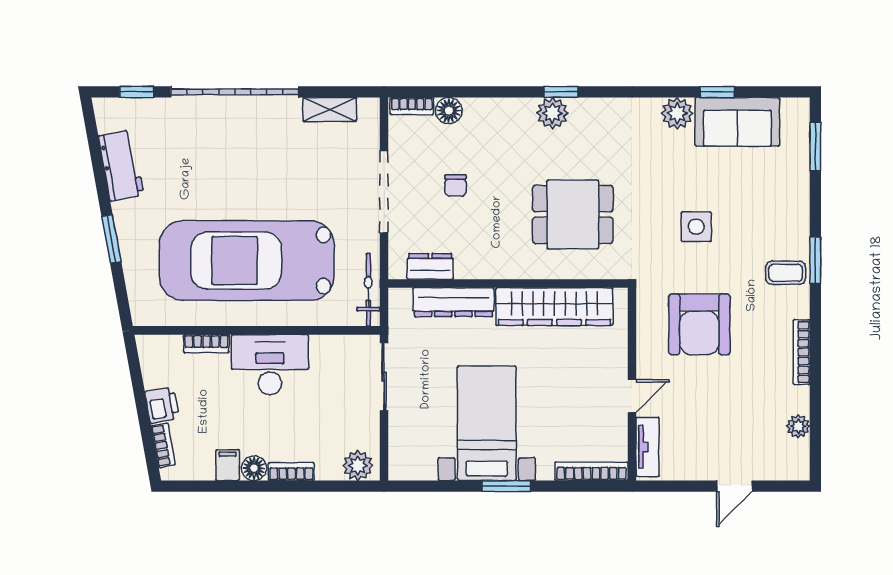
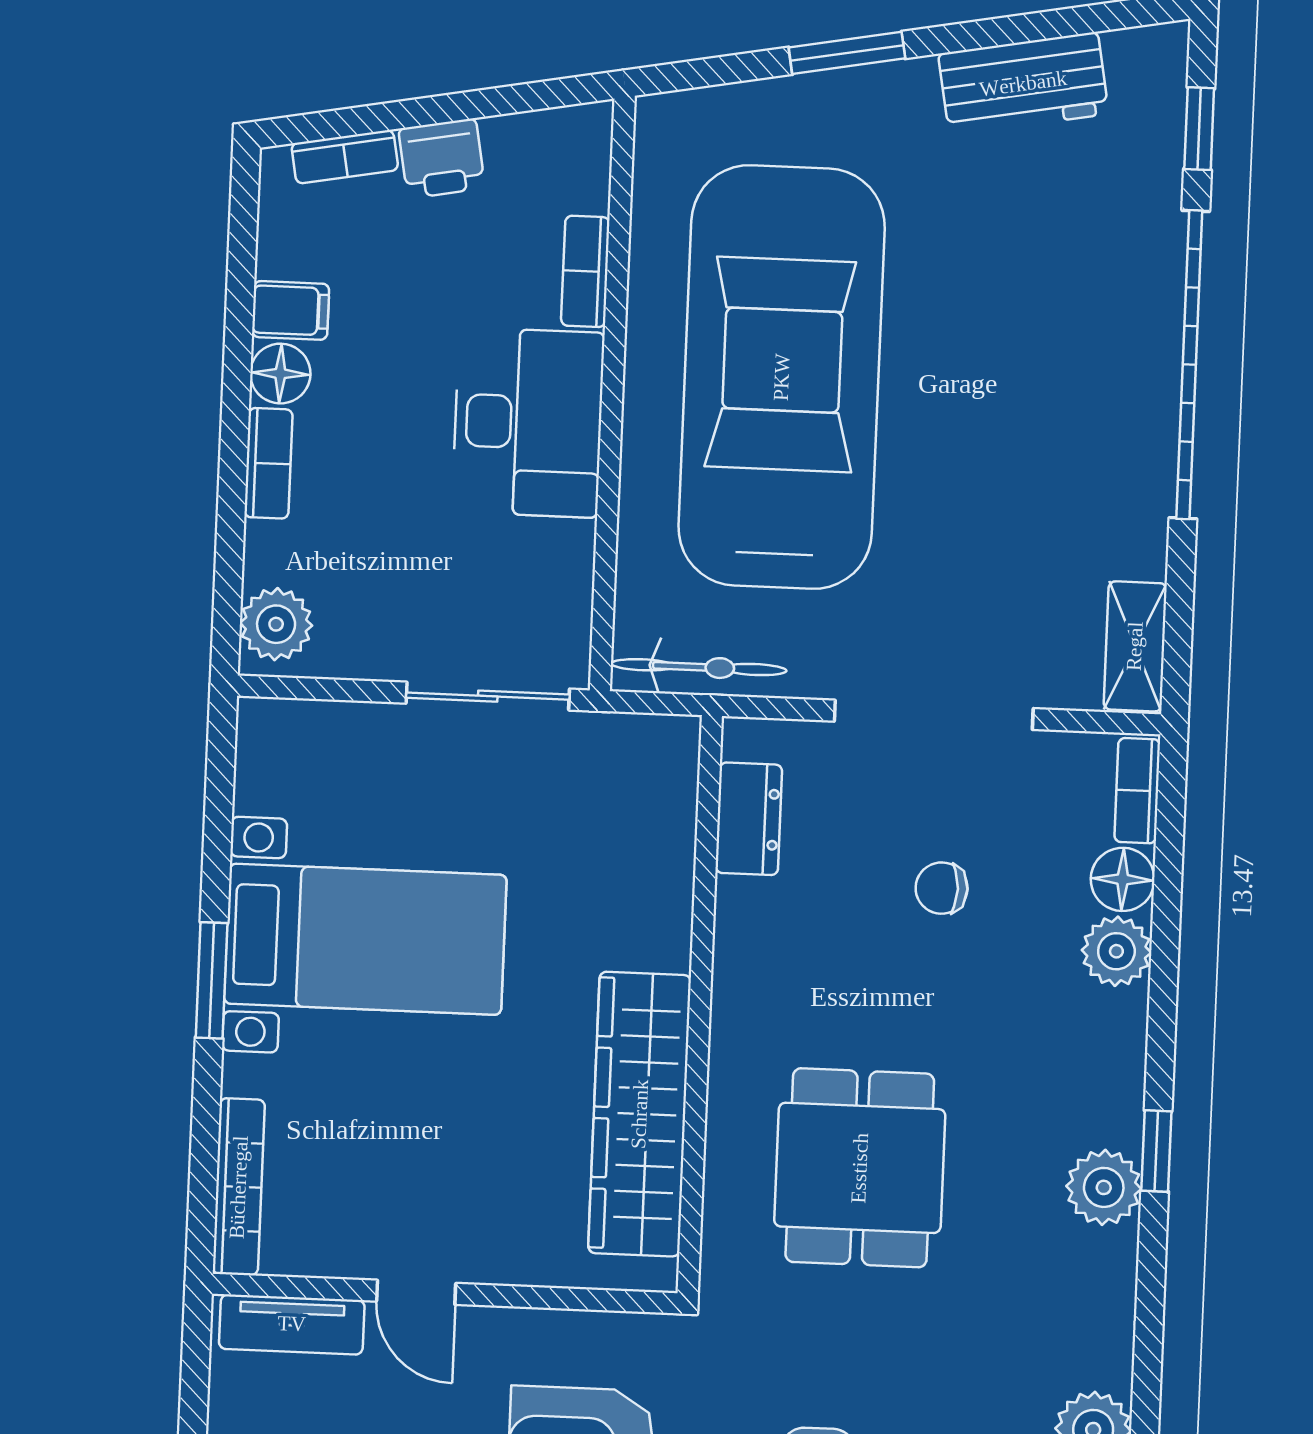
shelving: (330, 109) -> (1135, 646), moved
plant: (479, 112) -> (1116, 951), added
plant: (552, 113) -> (1104, 1187), moved
dresser: (453, 302) -> (661, 871), removed

